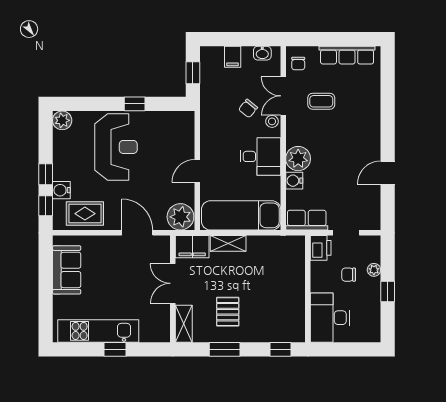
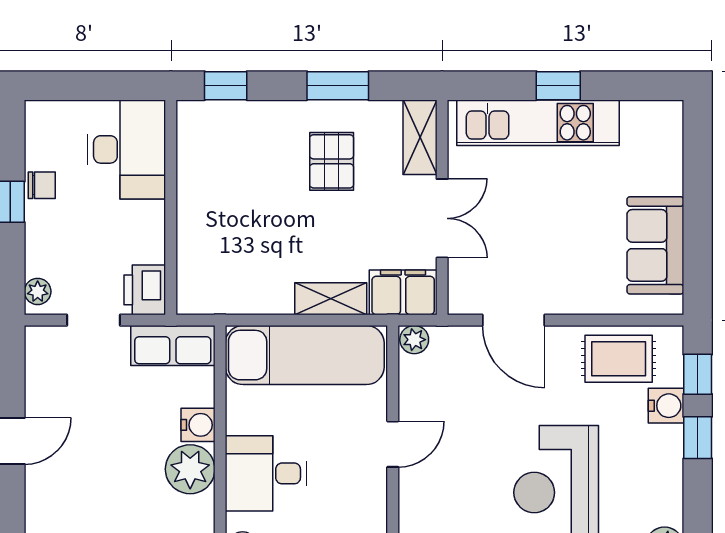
plant: (180, 217) -> (414, 340), width x0.53, depth x0.53
plant: (374, 270) -> (38, 291), moved
chair: (349, 275) -> (42, 185), moved
kitchen unit: (98, 331) -> (538, 123), moved

